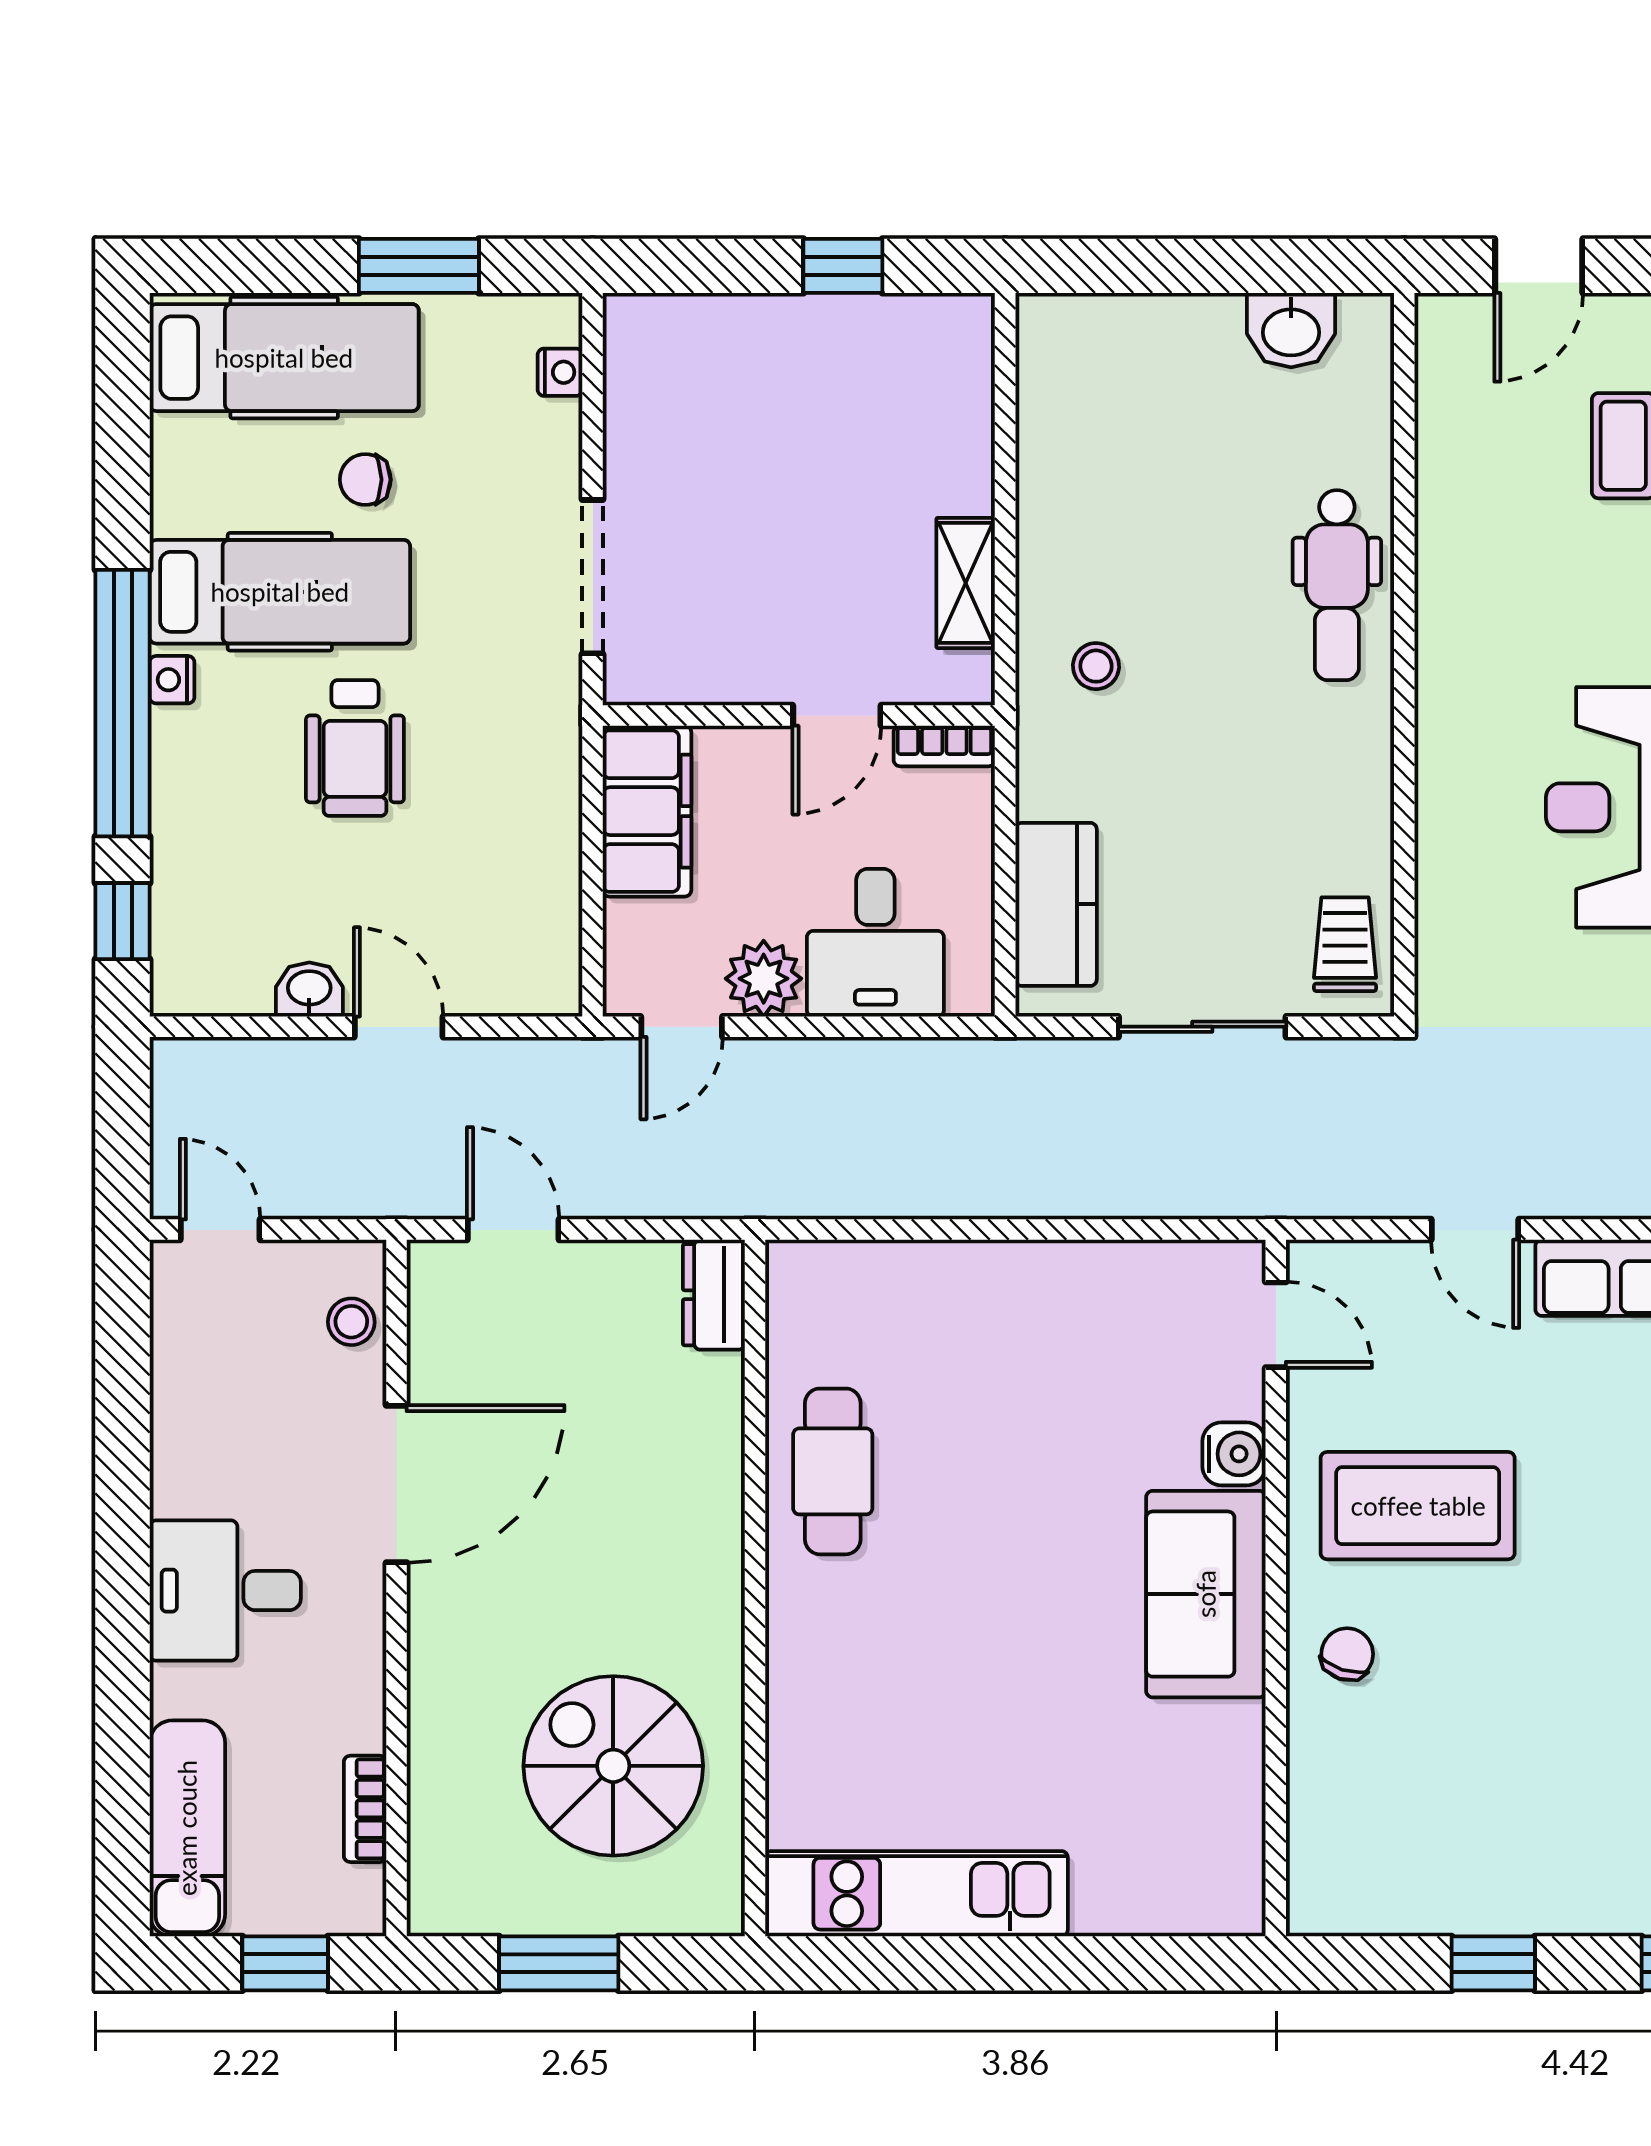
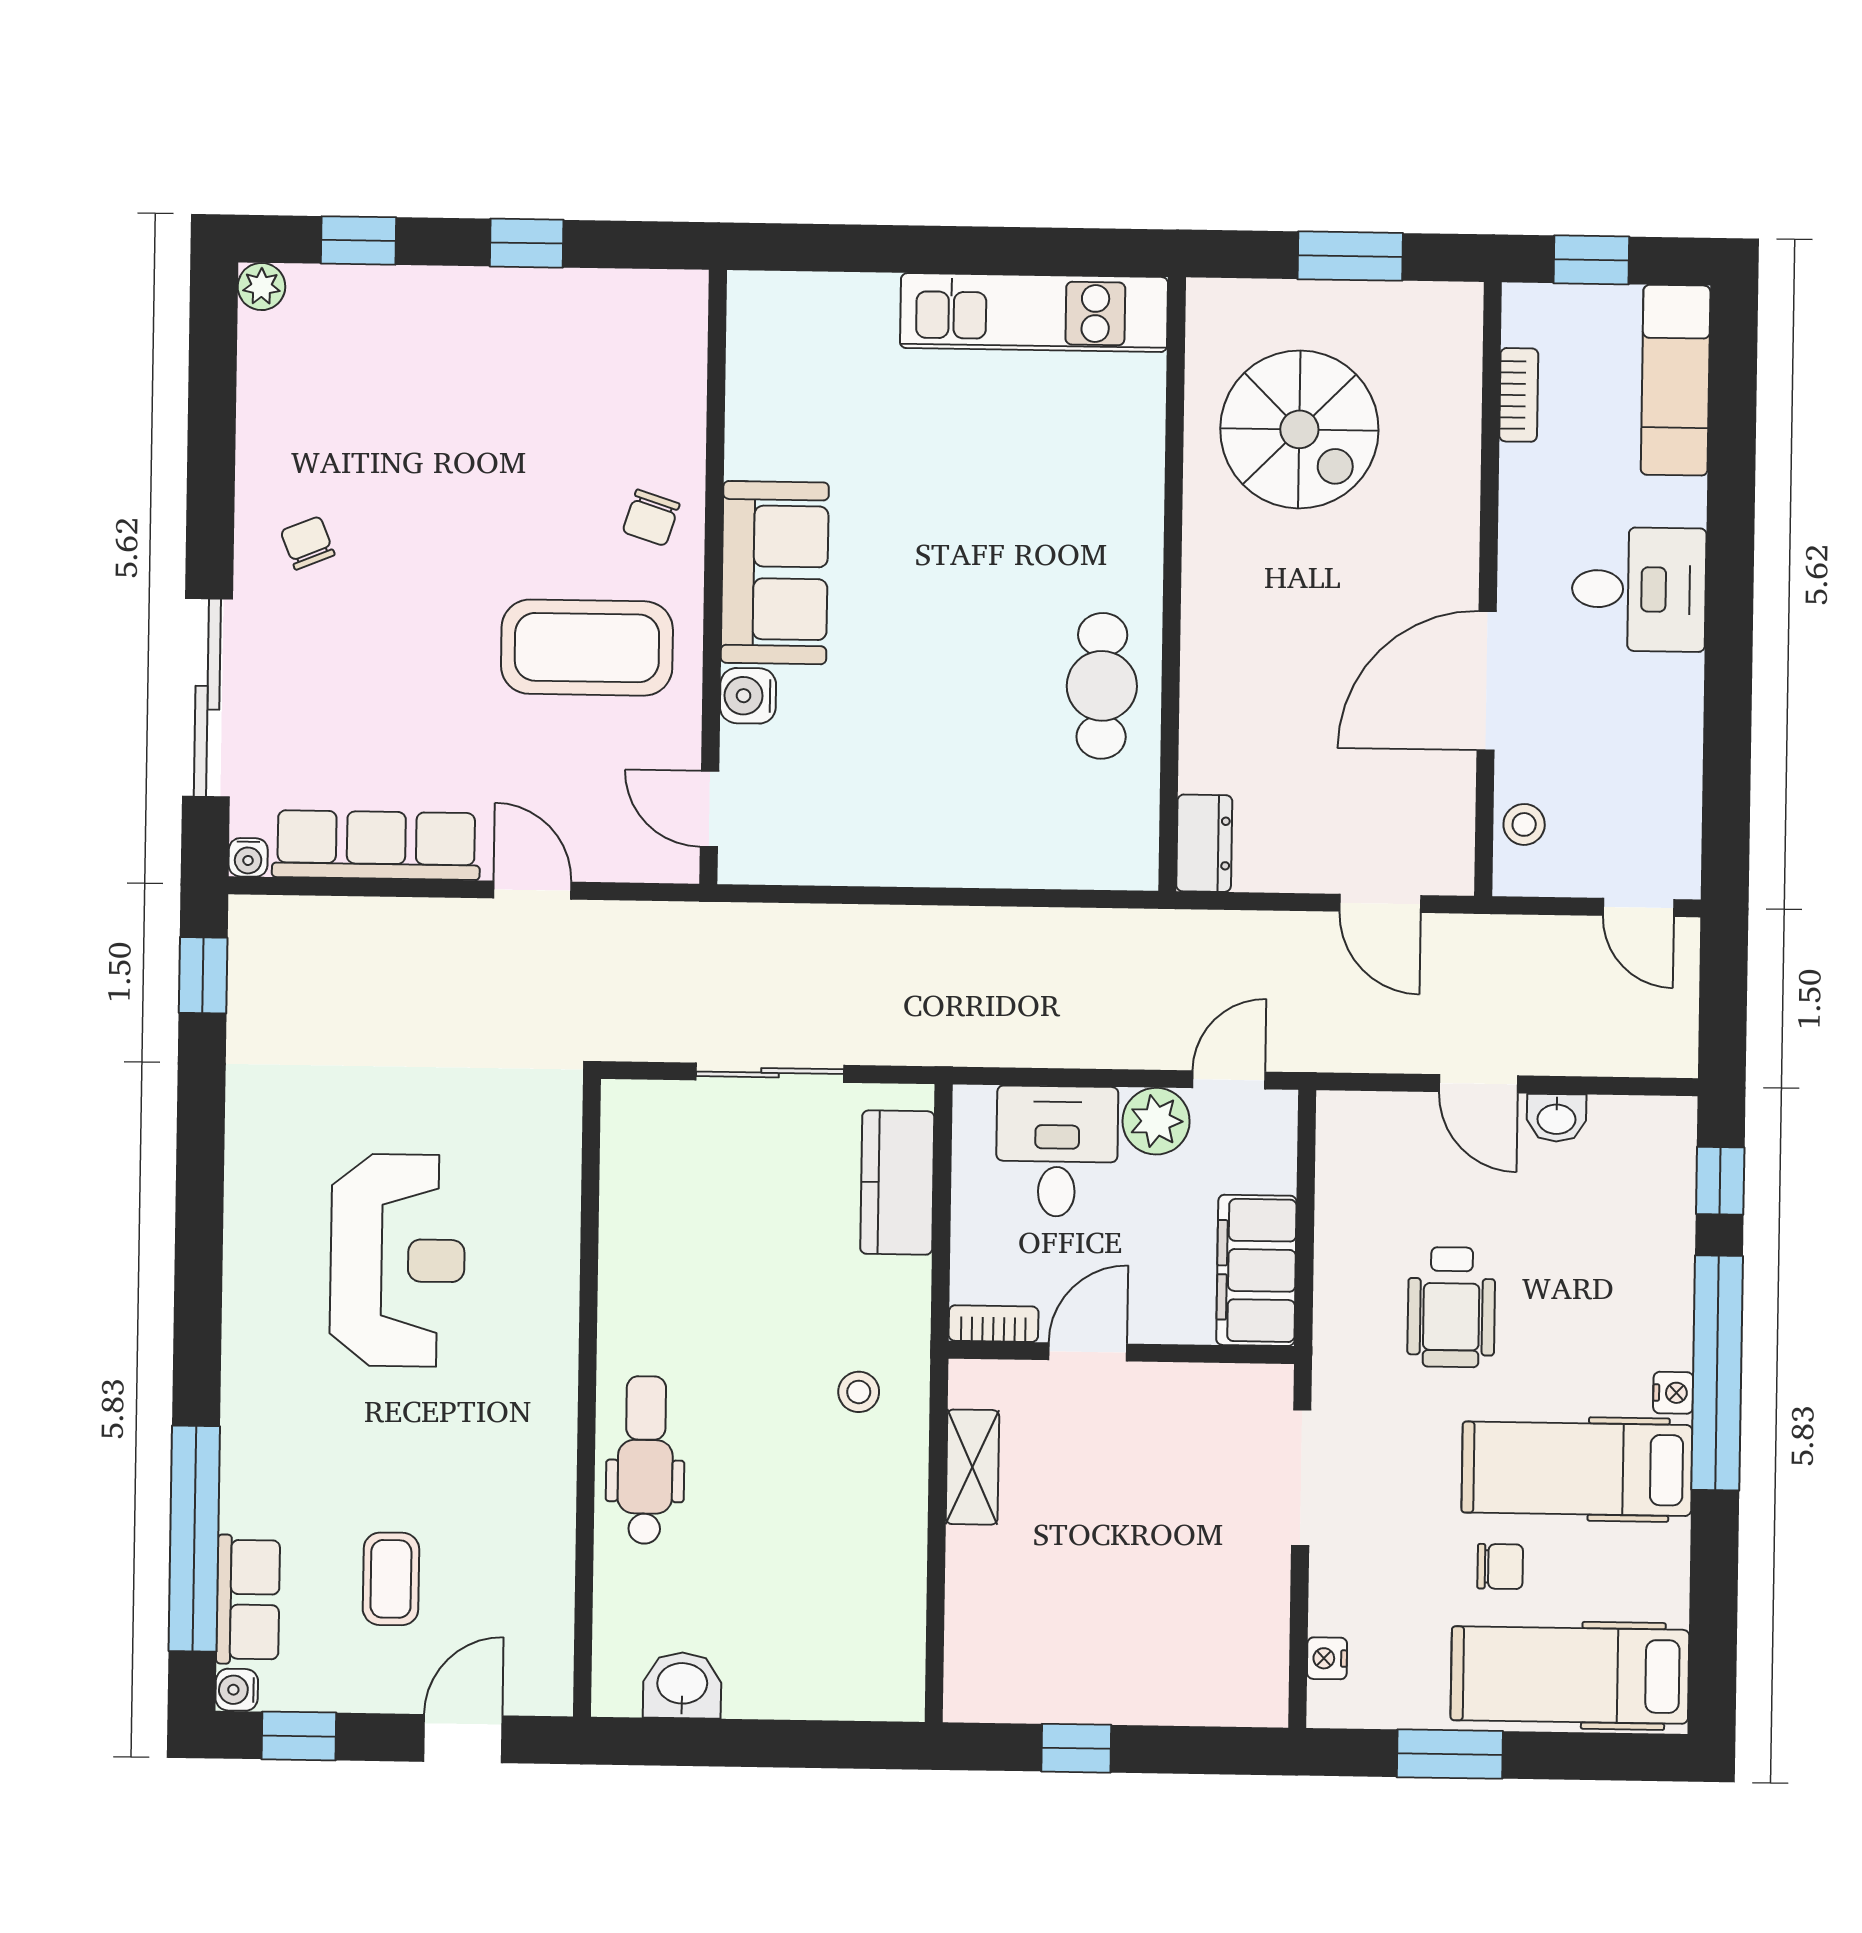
wheelchair: (355, 748) -> (1451, 1307), moved, turned 180
trolley: (1345, 944) -> (643, 1143), removed

